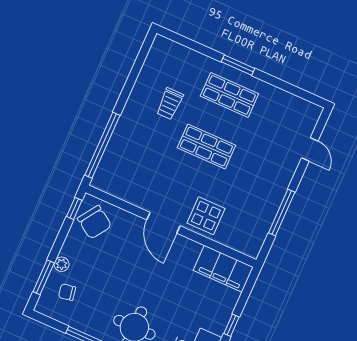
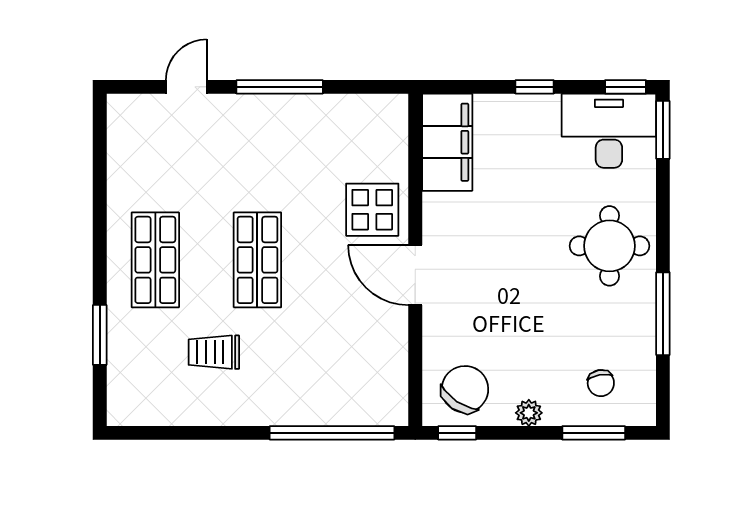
window: (238, 65) -> (100, 335), moved
trolley: (170, 104) -> (214, 352), turned 180
window: (282, 212) -> (280, 87), moved
door: (163, 223) -> (415, 275), swing flipped
plant: (62, 264) -> (529, 413), moved

